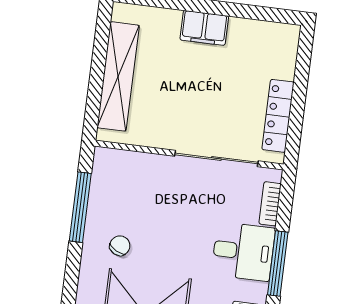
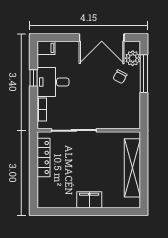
window: (80, 207) -> (144, 74), moved
window: (278, 264) -> (34, 78), width x0.46
plant: (92, 277) -> (133, 58), added

